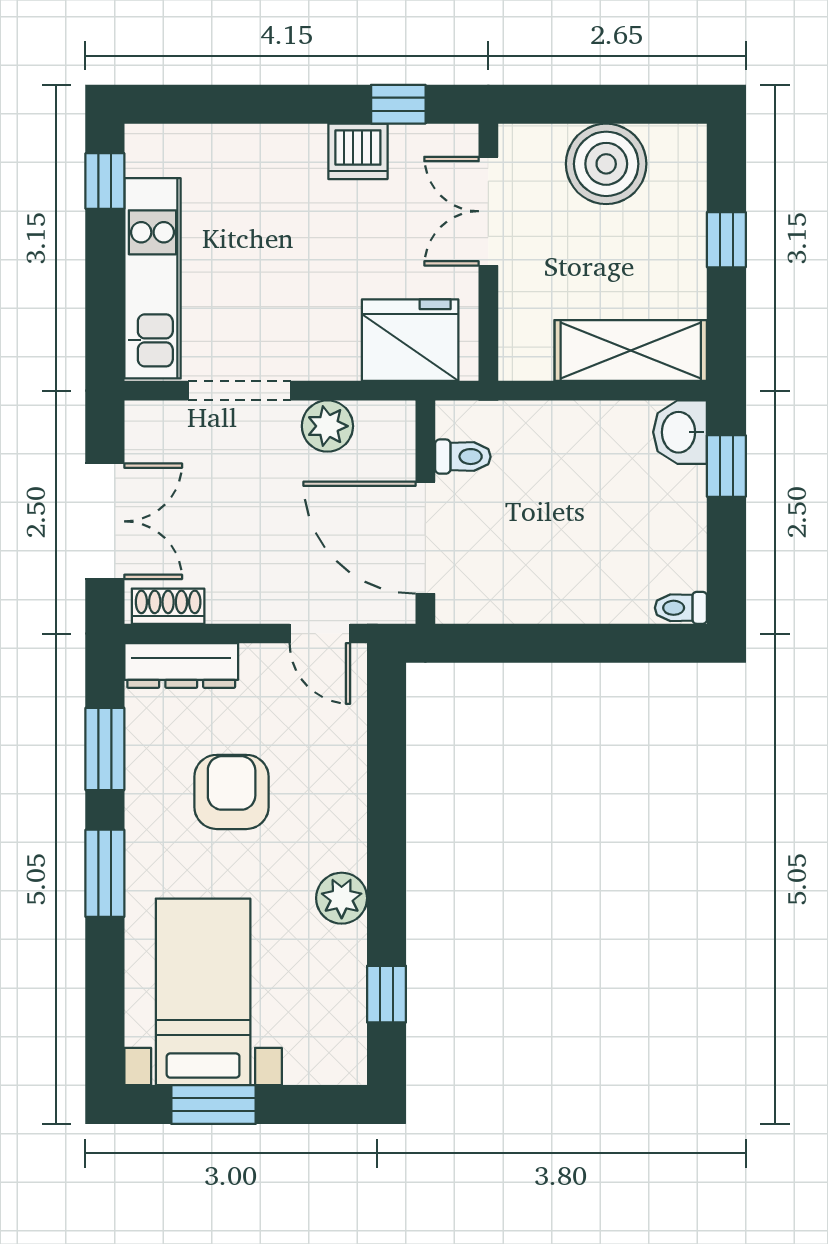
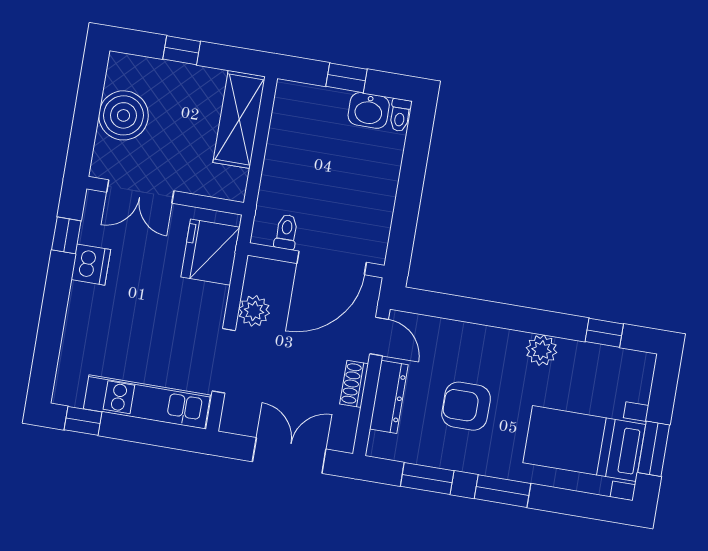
washbasin: (680, 432) -> (369, 110), moved
window: (726, 466) -> (346, 78), moved
shoe rack: (168, 606) -> (354, 384), moved
door: (320, 634) -> (379, 336), hinge flipped
dresser: (181, 666) -> (389, 397), moved

